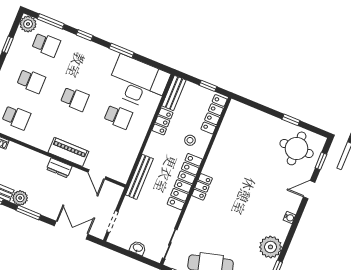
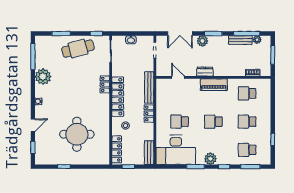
plant: (28, 24) -> (210, 159), moved
locker: (162, 121) -> (149, 113), moved
round table: (297, 148) -> (77, 134), moved, width x1.36, depth x1.36
piano: (68, 152) -> (214, 85), moved
locker: (202, 187) -> (105, 84), moved
plant: (20, 198) -> (202, 41), moved

